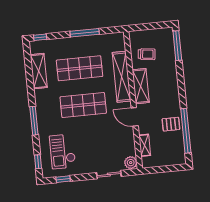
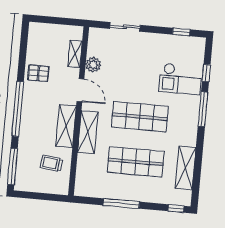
shelving: (122, 77) -> (88, 132), width x0.68
window: (186, 131) -> (18, 109), moved
checkout: (63, 151) -> (180, 79), moved, turned 90
window: (38, 162) -> (206, 73), moved
plant: (131, 163) -> (93, 65), moved

